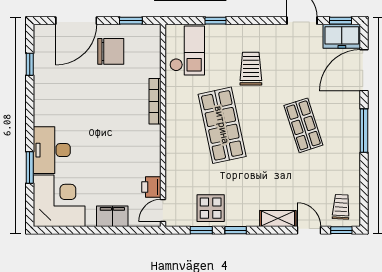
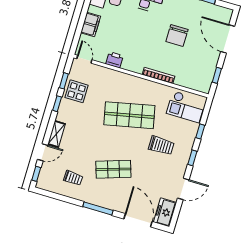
window: (340, 21) -> (192, 158), moved
chair: (111, 51) -> (177, 36), moved
printer: (151, 187) -> (115, 60), moved
trolley: (341, 207) -> (73, 178), moved

